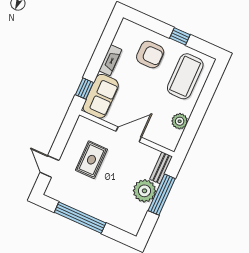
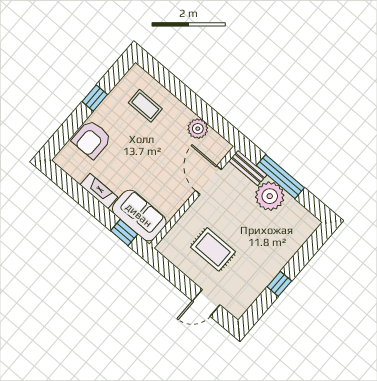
armchair: (150, 54) -> (92, 139), moved, turned 180
coffee table: (185, 76) -> (145, 106), width x0.54, depth x0.58
door: (129, 134) -> (208, 180), moved
window: (80, 218) -> (279, 284), width x0.32

